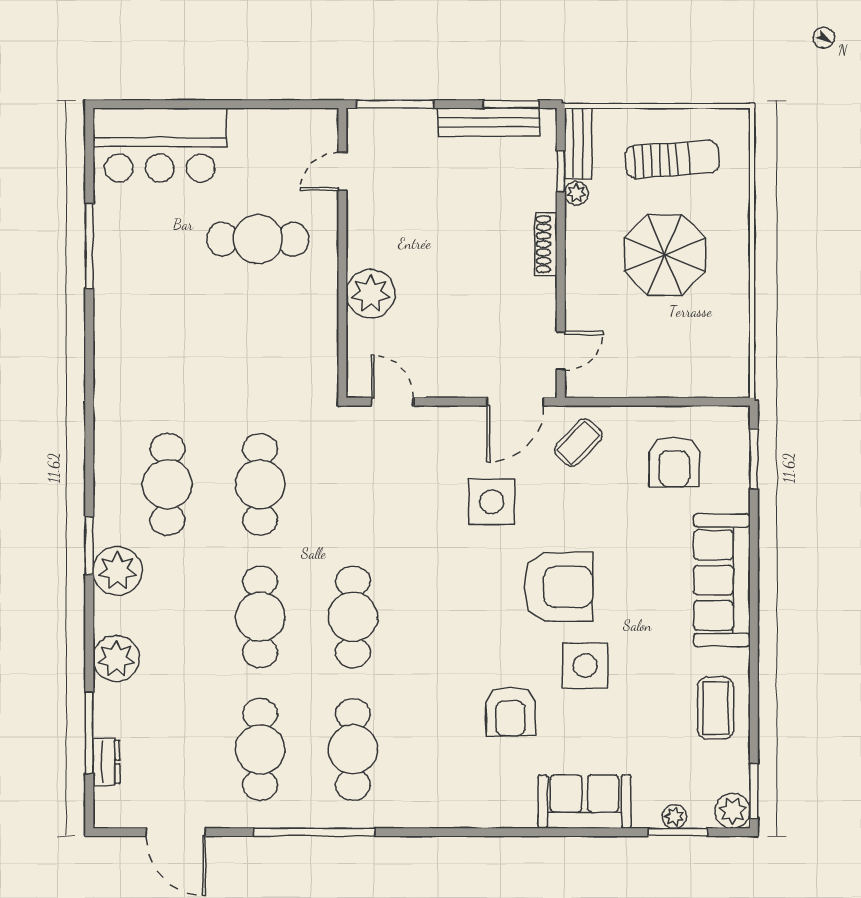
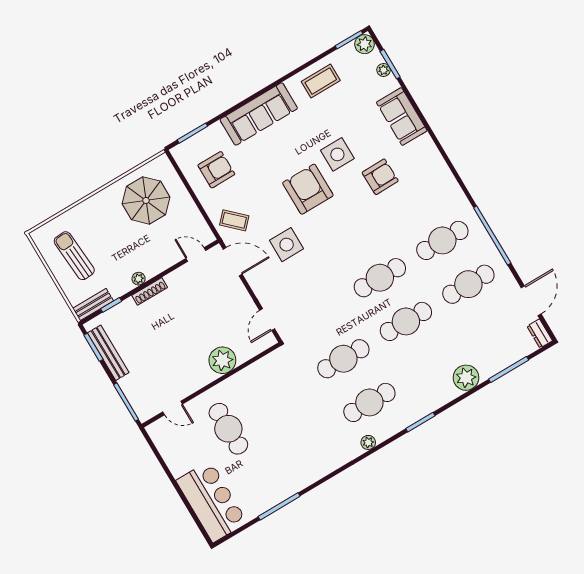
plant: (576, 193) -> (139, 279), moved
parasol: (665, 255) -> (146, 200), moved
plant: (118, 571) -> (368, 442), moved, width x0.53, depth x0.53
dresser: (106, 762) -> (540, 333), moved, turned -90

